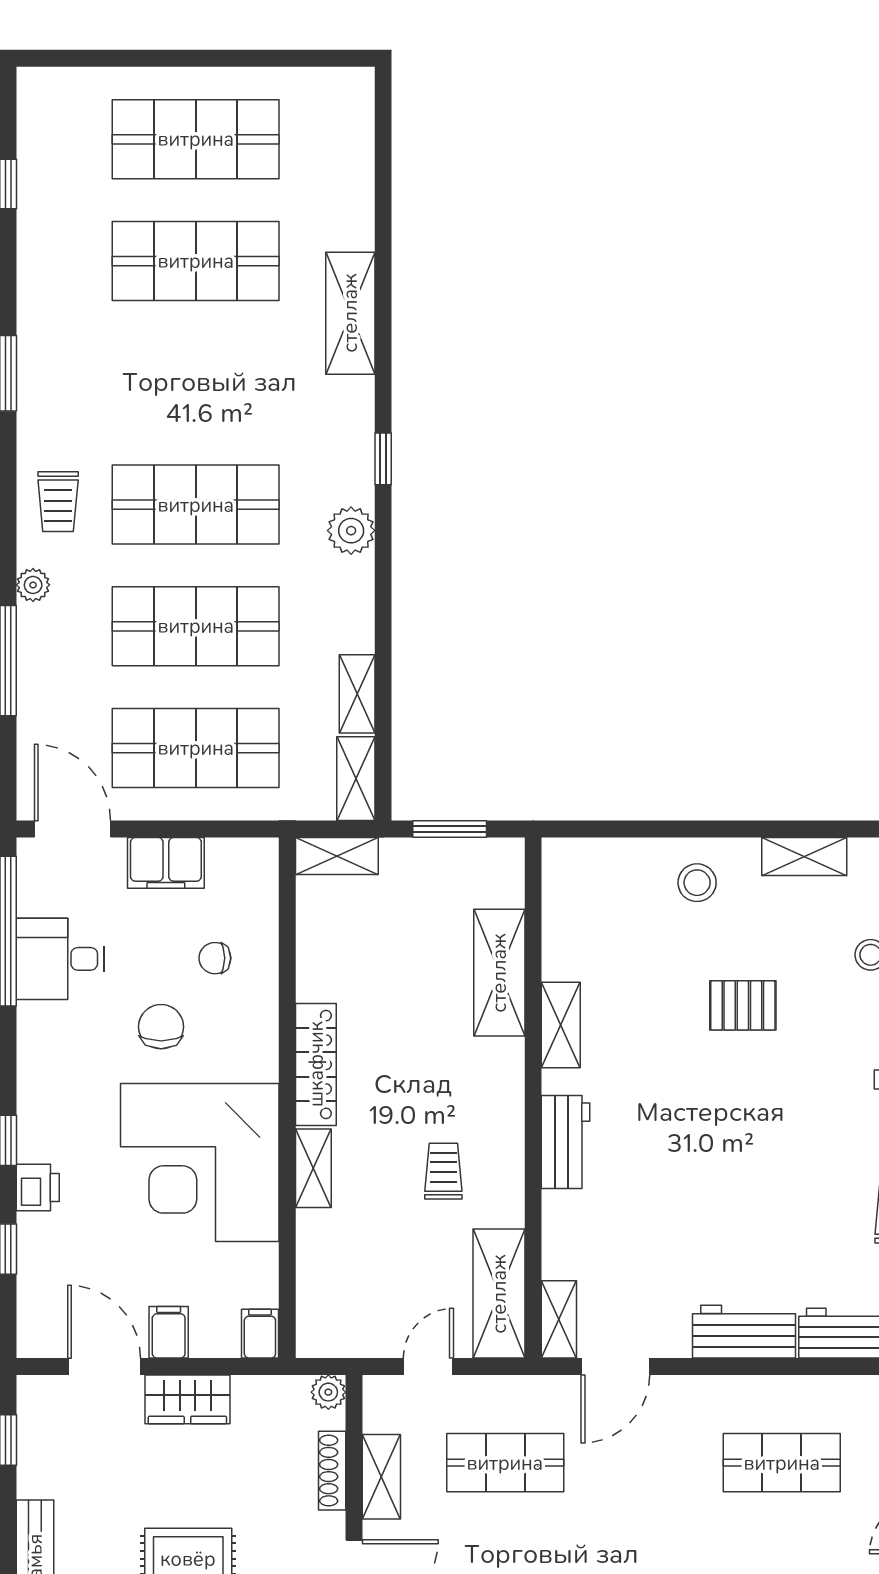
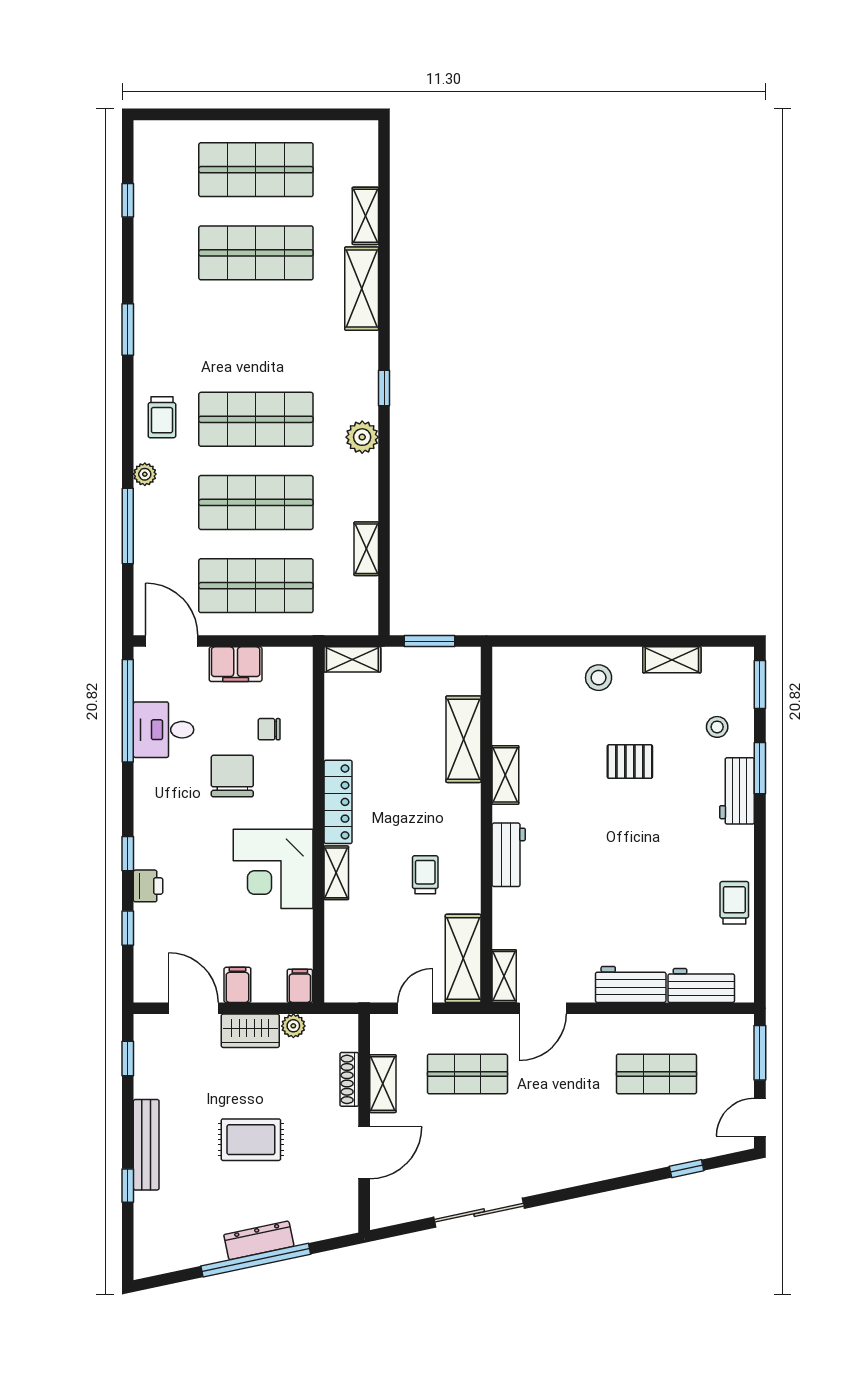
shelving: (356, 779) -> (365, 216), moved
chair: (161, 1027) -> (232, 776), width x1.37, depth x1.37
corner desk: (200, 1163) -> (273, 869), width x0.74, depth x0.74
plant: (328, 1392) -> (293, 1026), moved

